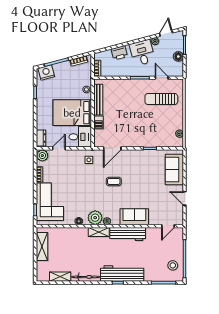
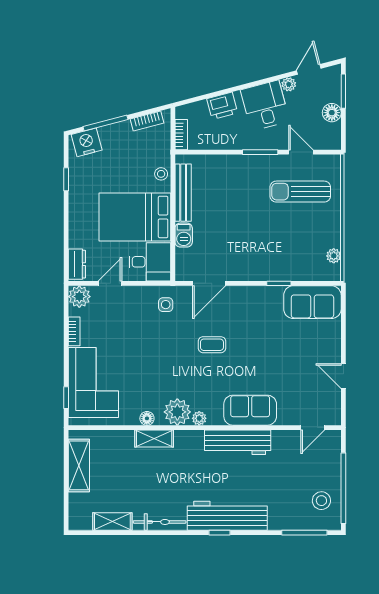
sofa: (174, 169) -> (312, 302), moved, turned -90
shelving: (99, 232) -> (154, 439), moved

